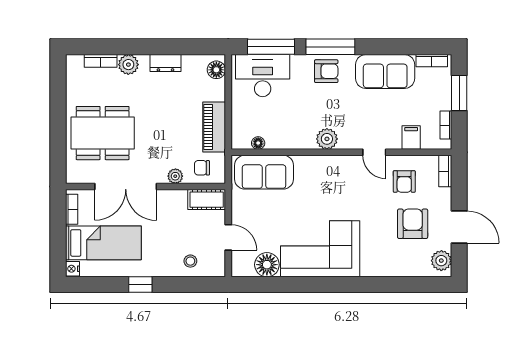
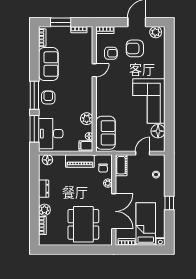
filing cabinet: (411, 138) -> (86, 146), moved
plant: (327, 139) -> (87, 119), moved

